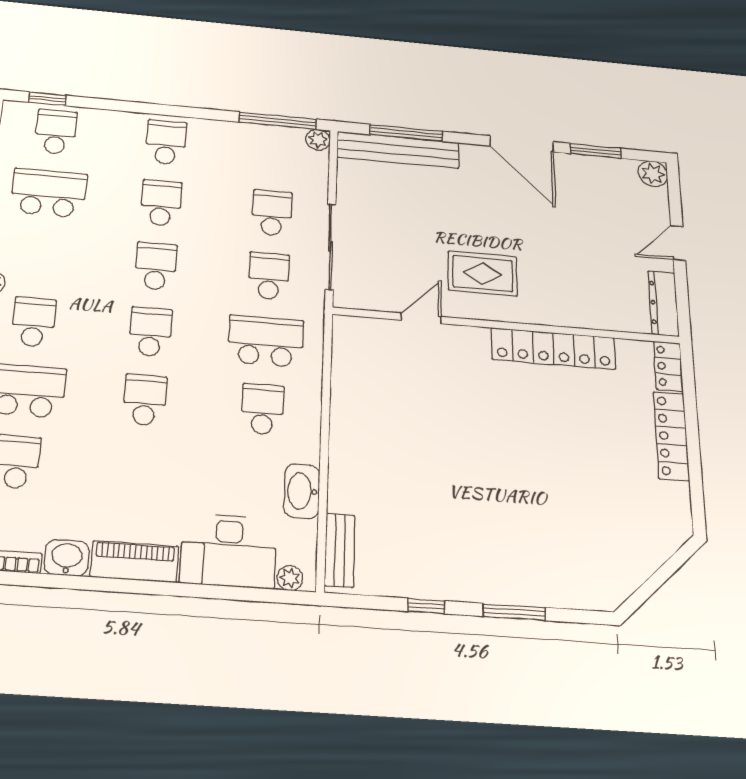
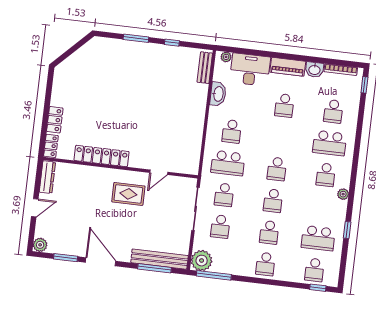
plant: (318, 140) -> (202, 261), width x1.88, depth x1.88
school desk: (145, 400) -> (284, 105), moved
locker: (671, 436) -> (55, 120), width x0.66

